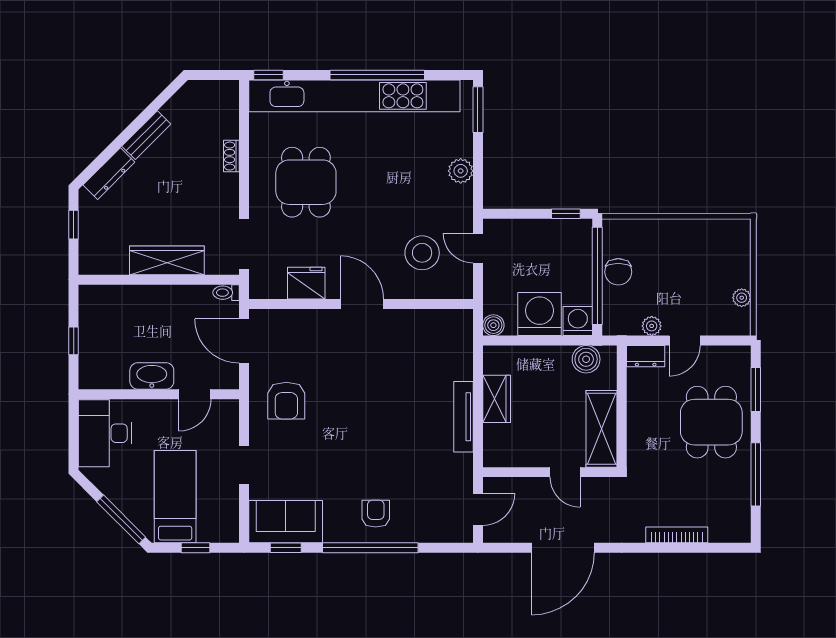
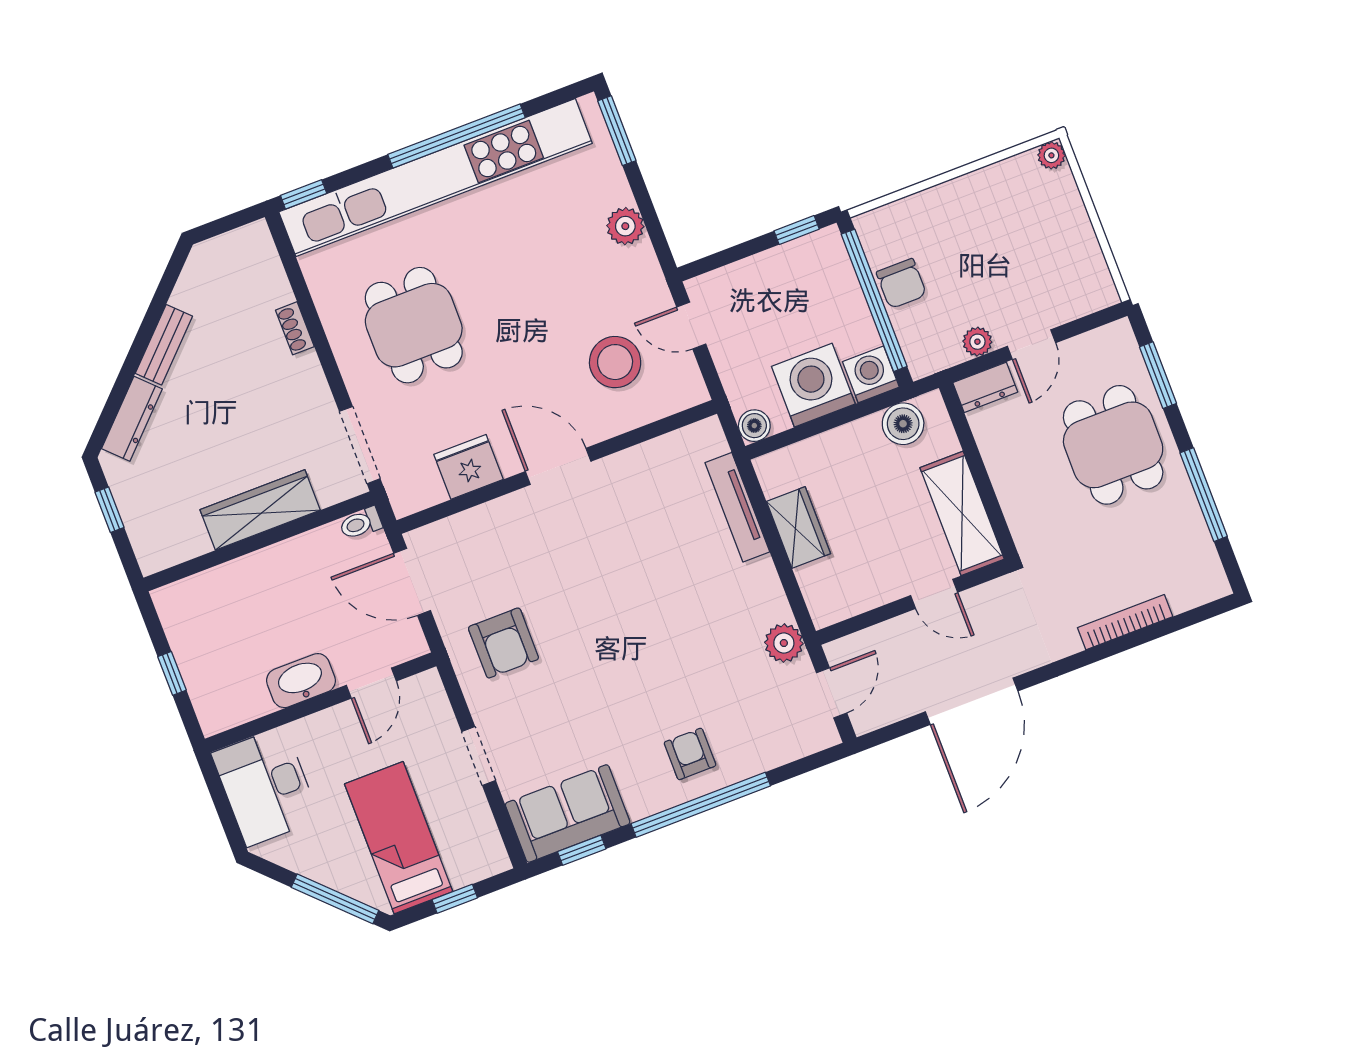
plant: (742, 298) -> (1051, 155), moved
tv unit: (464, 417) -> (737, 507), moved
plant: (460, 467) -> (784, 643), added

